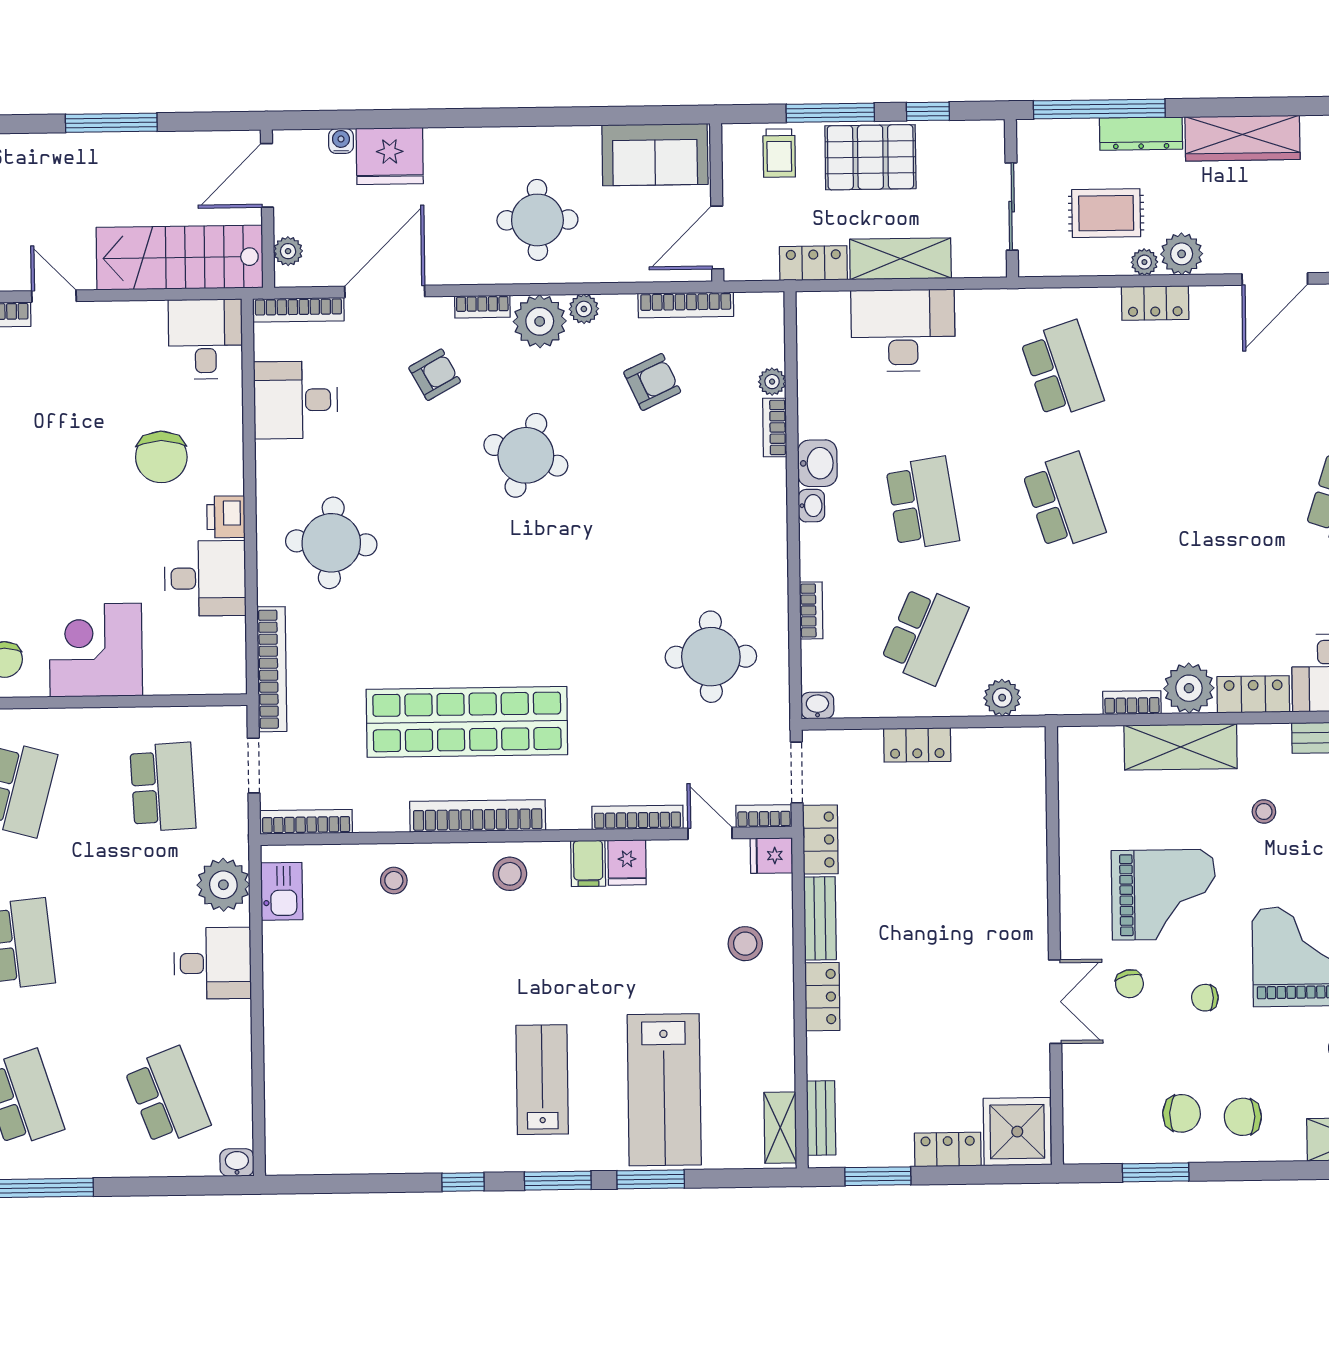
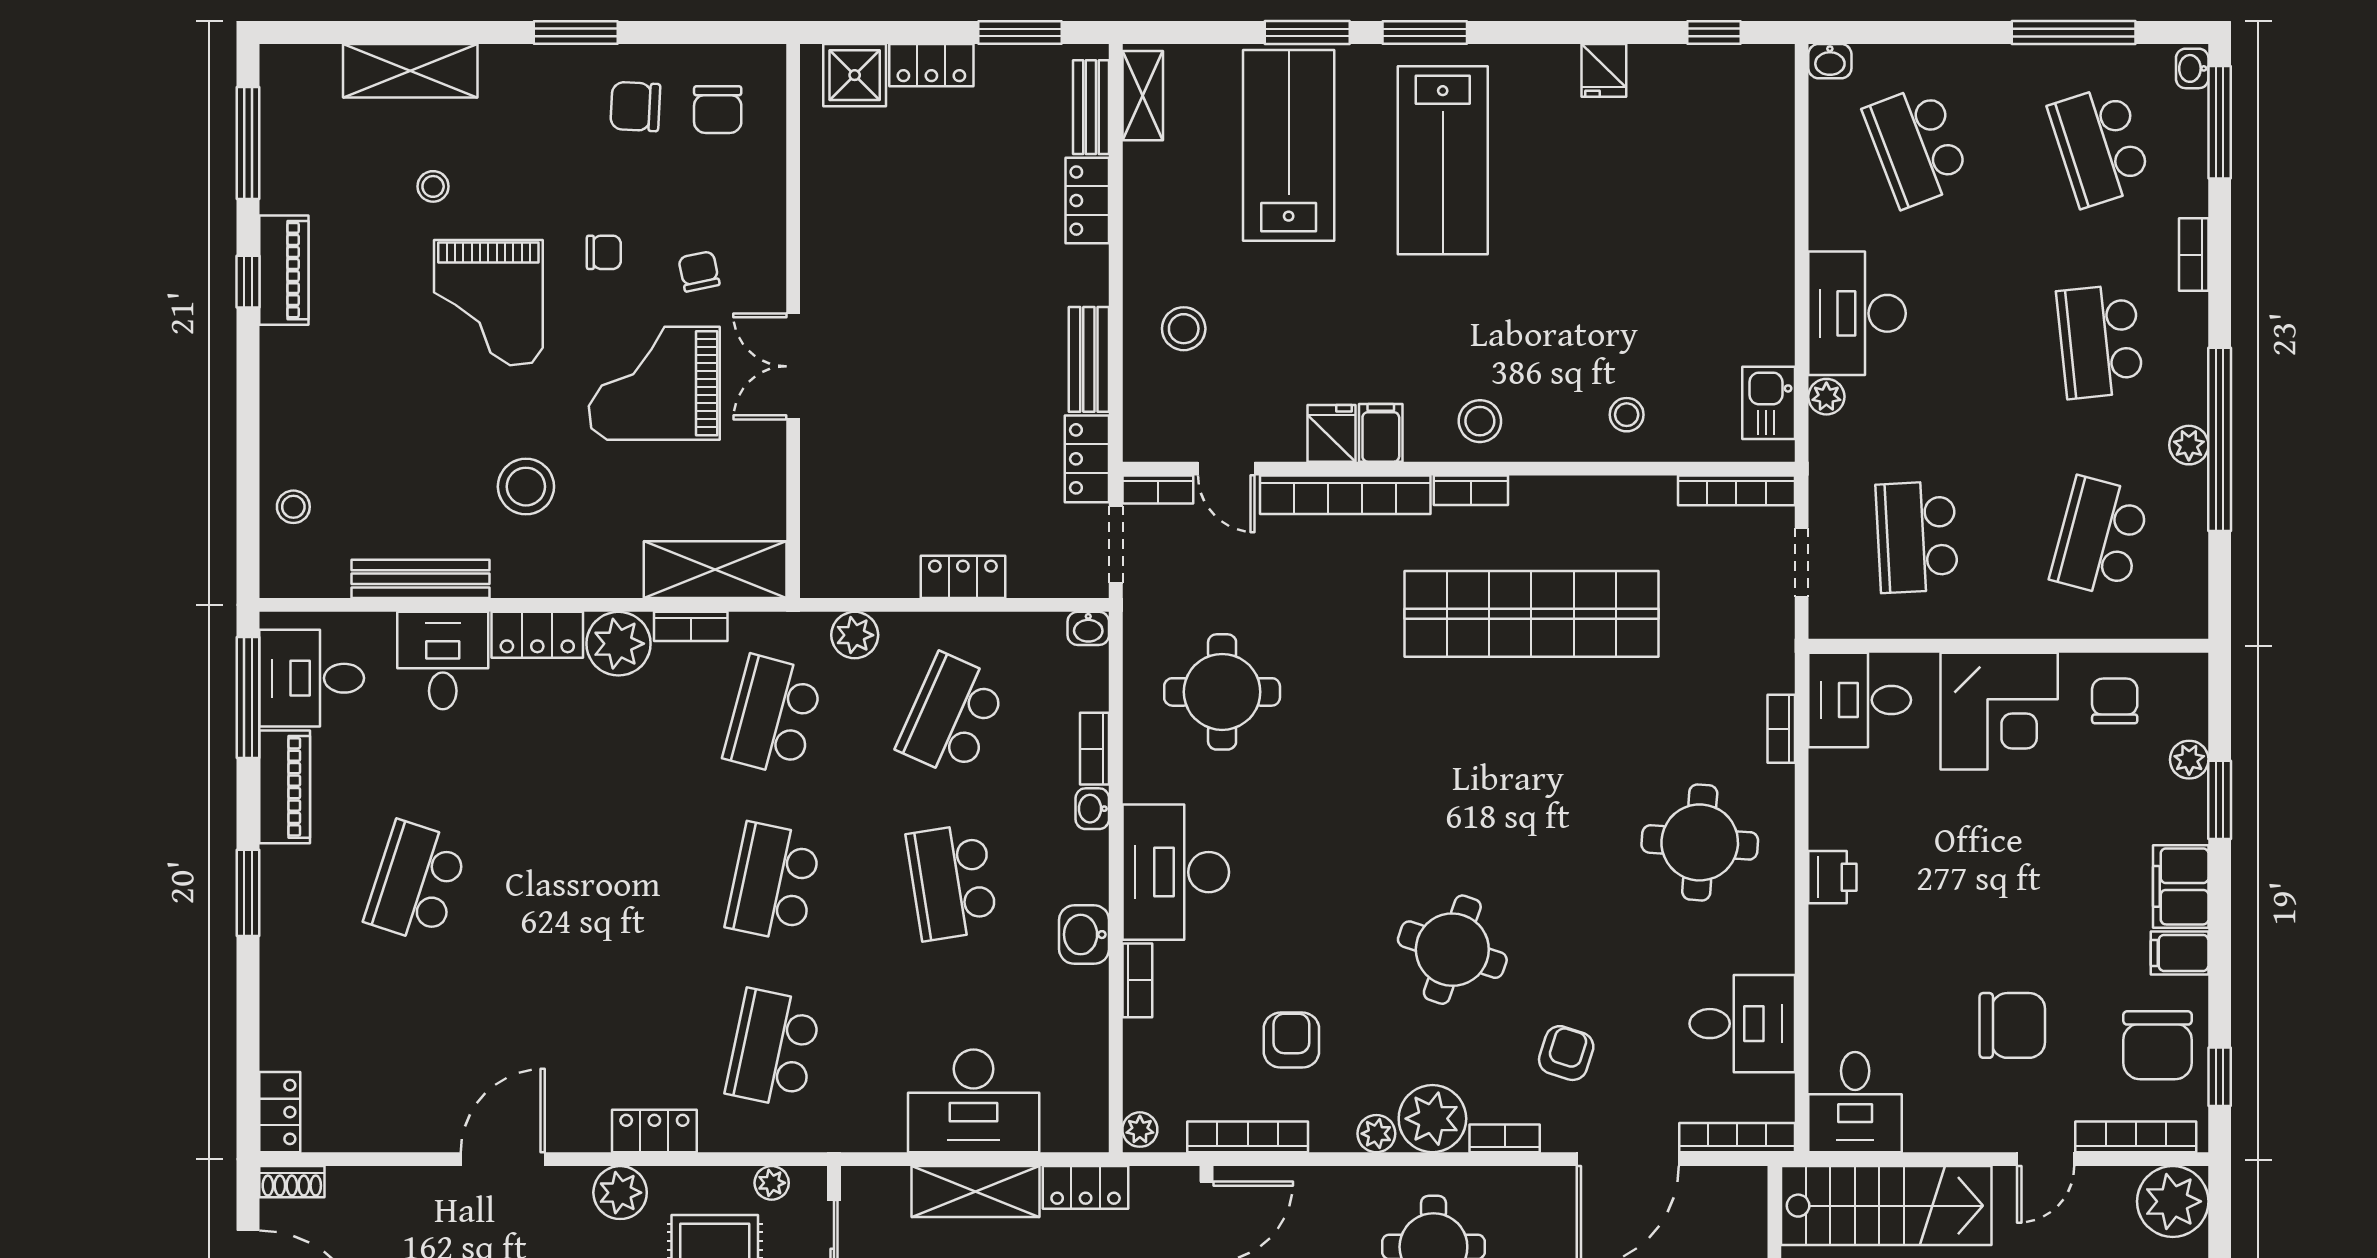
plant: (288, 251) -> (1749, 1212), removed
plant: (1144, 262) -> (772, 1183), moved
door: (54, 296) -> (2046, 1159), hinge flipped
school desk: (1062, 370) -> (773, 1048), turned 30
armchair: (435, 375) -> (1566, 1053), turned 137
armchair: (652, 382) -> (1291, 1040), turned 115
plant: (772, 382) -> (1140, 1130), moved
chair: (161, 457) -> (2012, 1025), moved, turned 90
school desk: (1064, 501) -> (773, 882), turned 30
washbasin: (811, 506) -> (1092, 809), moved
desk: (746, 514) -> (1176, 872), added
desk: (205, 578) -> (1860, 700), moved
school desk: (1066, 633) -> (773, 716), added
bookcase: (272, 669) -> (1781, 729), width x0.43, depth x0.76
shelving: (1181, 747) -> (715, 570), moved
stool: (1264, 812) -> (526, 487), width x1.89, depth x1.89
bookcase: (478, 816) -> (1471, 490), width x0.43, depth x0.76
bookcase: (638, 817) -> (1345, 495), width x1.48, depth x1.31
fridge: (771, 856) -> (1604, 70), moved, turned 90
plant: (223, 885) -> (1826, 397), width x0.53, depth x0.53
desk: (213, 963) -> (1857, 313), width x1.37
locker: (822, 997) -> (1087, 201), moved
double door: (1055, 1002) -> (793, 366), moved
lab bench: (542, 1080) -> (1443, 160), width x1.36, depth x1.39
chair: (1243, 1117) -> (718, 110), moved, turned 90
shower: (1017, 1132) -> (855, 75), width x0.73, depth x0.73
window: (1156, 1172) -> (576, 32), moved
window: (463, 1182) -> (1714, 32), moved

